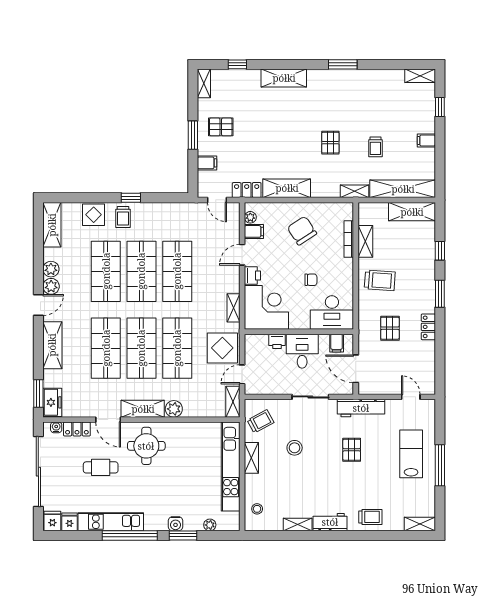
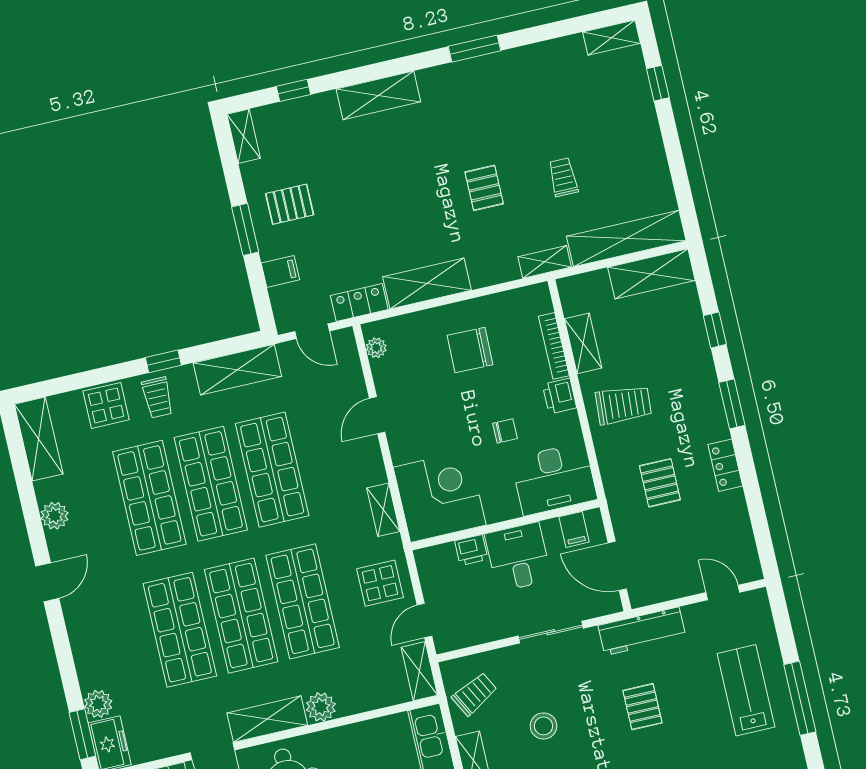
filing cabinet: (426, 140) -> (648, 146), removed
trolley: (375, 147) -> (563, 177), turned 180
filing cabinet: (254, 231) -> (388, 371), removed
chair: (302, 231) -> (470, 350), turned -56
printer: (252, 276) -> (560, 396), moved, turned 180
plant: (51, 286) -> (98, 704), moved
shelving: (52, 345) -> (237, 370), moved, turned 90
display table: (222, 348) -> (380, 583), width x0.73, depth x0.73

